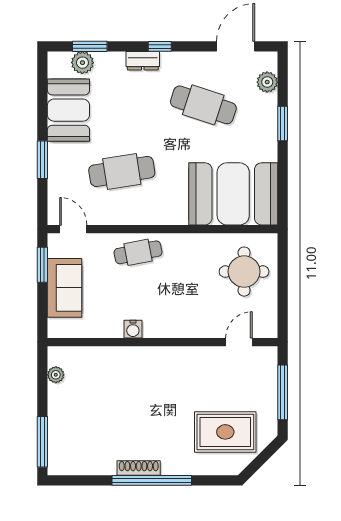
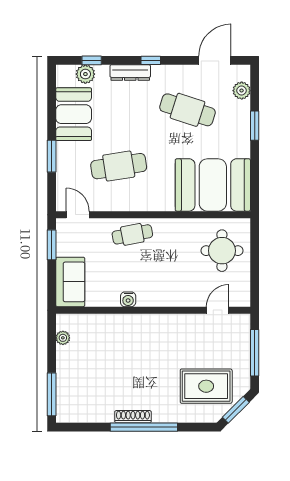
window: (90, 46) -> (92, 60), width x0.67
dresser: (143, 61) -> (130, 72), width x1.44
sofa: (65, 288) -> (70, 282), moved
window: (260, 460) -> (236, 410), added

